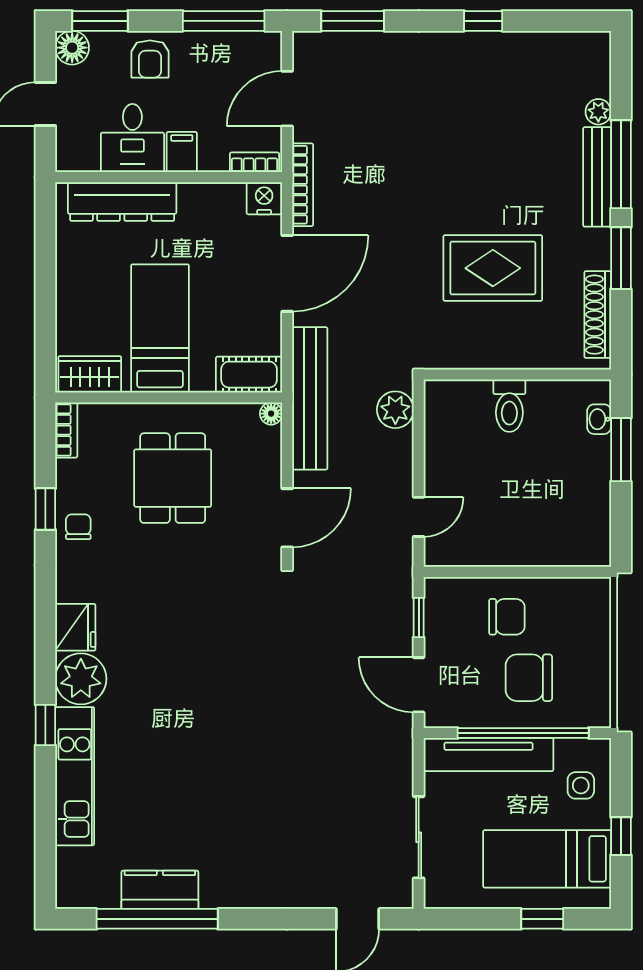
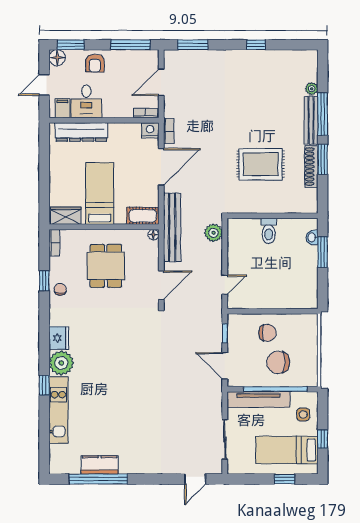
filing cabinet: (182, 152) -> (62, 108), moved
bookcase: (303, 185) -> (169, 131), width x0.64
shoe rack: (598, 315) -> (311, 167), moved

